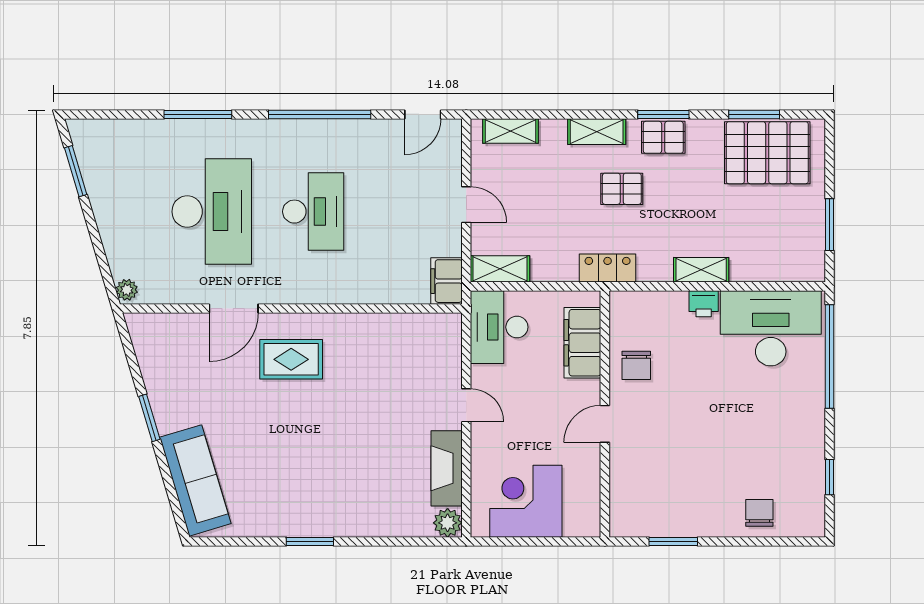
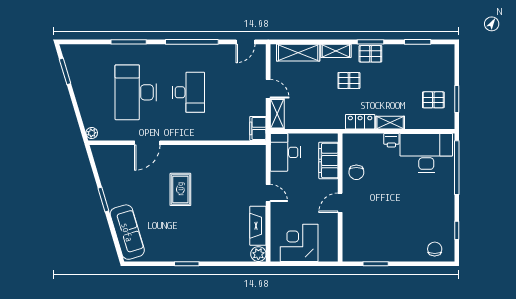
shelving: (510, 131) -> (298, 53), width x1.50, depth x1.33
pallet: (767, 153) -> (433, 100), moved, width x0.49, depth x0.50
desk: (212, 212) -> (136, 92), turned 180
locker: (608, 268) -> (360, 122), moved
shelving: (500, 269) -> (277, 114), moved, turned 90
rug: (291, 359) -> (180, 189), moved, turned 90
chair: (759, 513) -> (435, 249), moved

